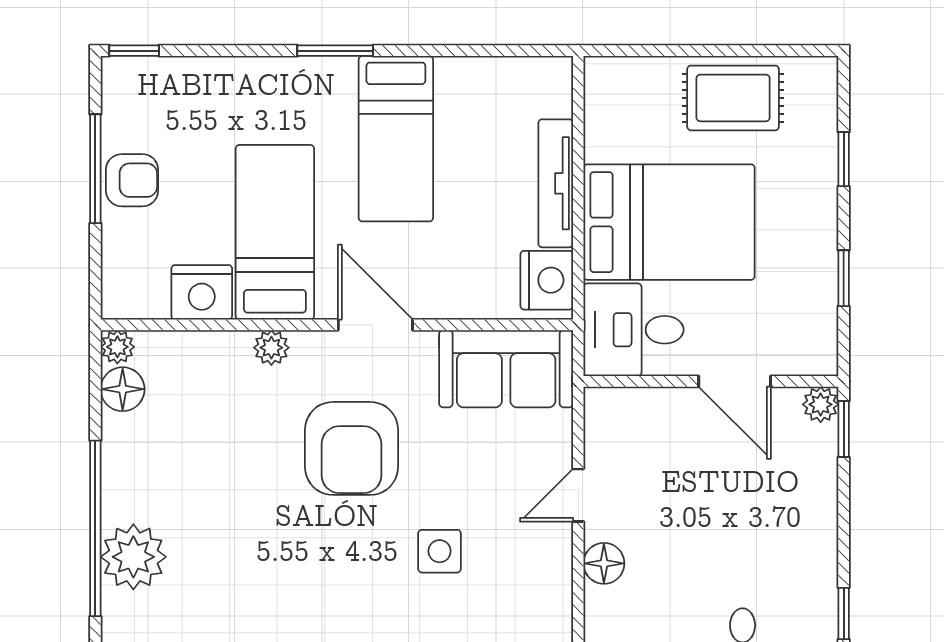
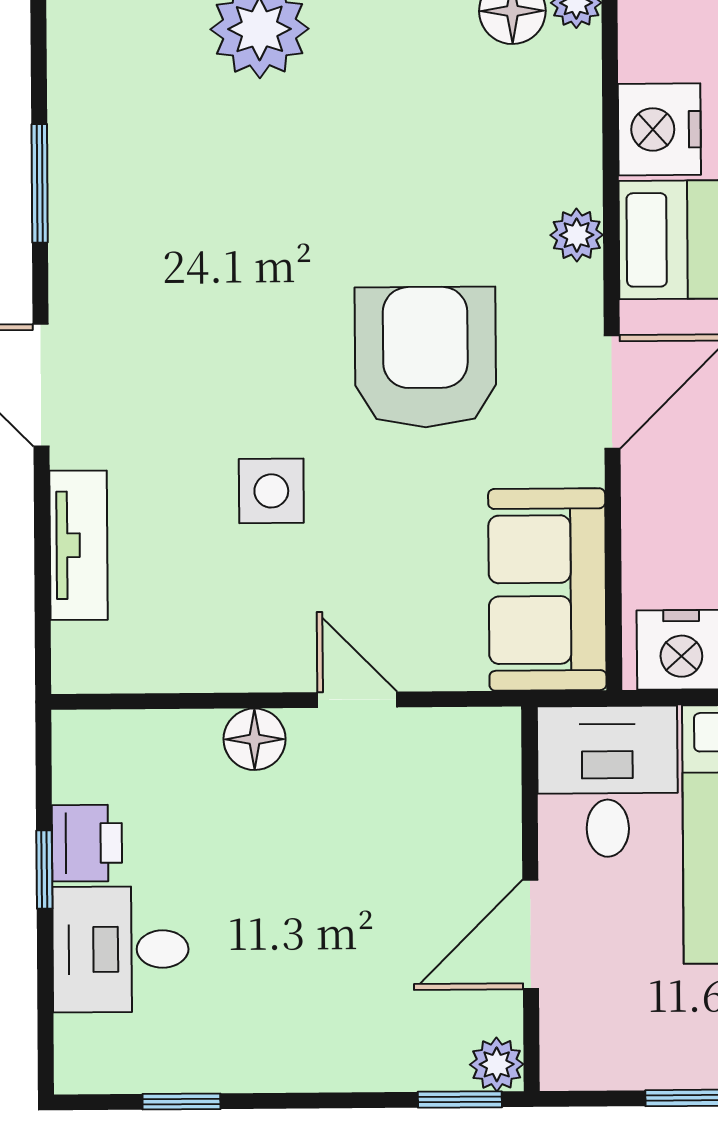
armchair: (352, 448) -> (425, 357), turned 90

